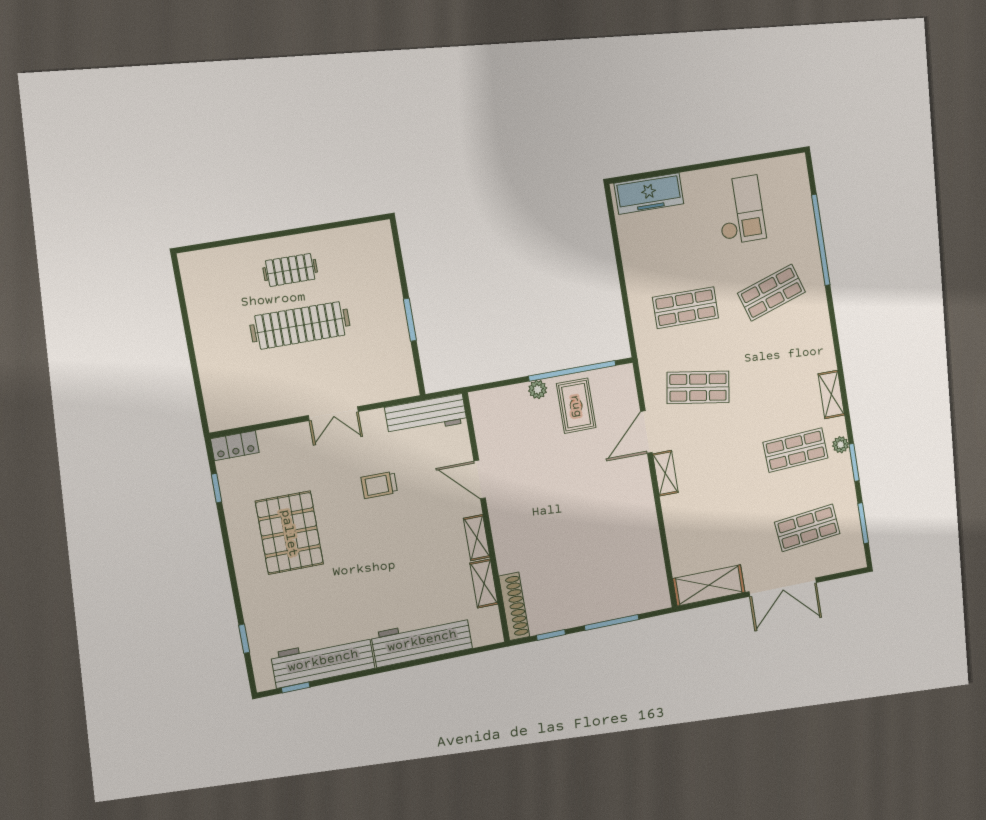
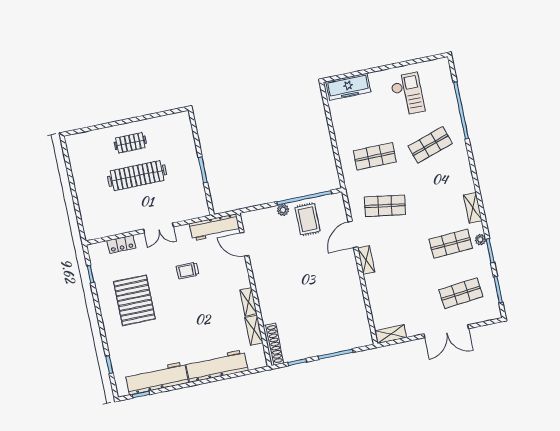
locker: (235, 446) -> (121, 244), moved
door: (480, 480) -> (244, 244), moved
shelving: (709, 585) -> (391, 334), width x0.67, depth x0.75

